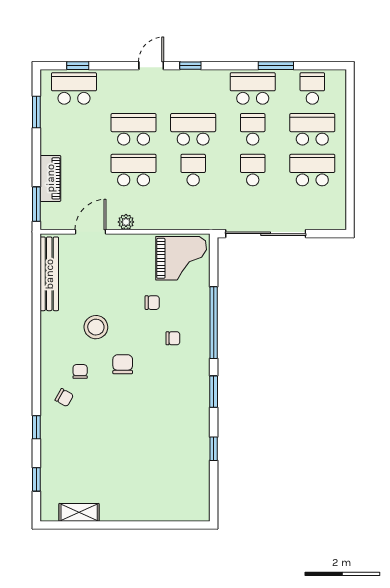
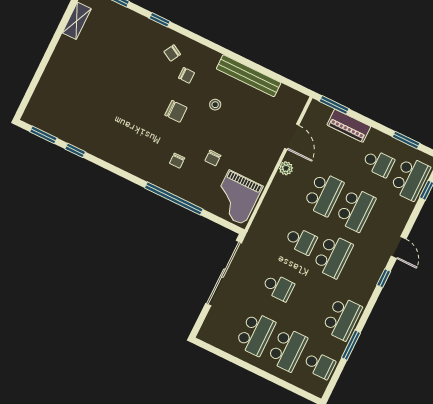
school desk: (253, 129) -> (378, 163), moved
bench: (49, 274) -> (249, 76), moved
stool: (96, 327) -> (215, 105), width x0.53, depth x0.53
window: (214, 392) -> (43, 135), moved

